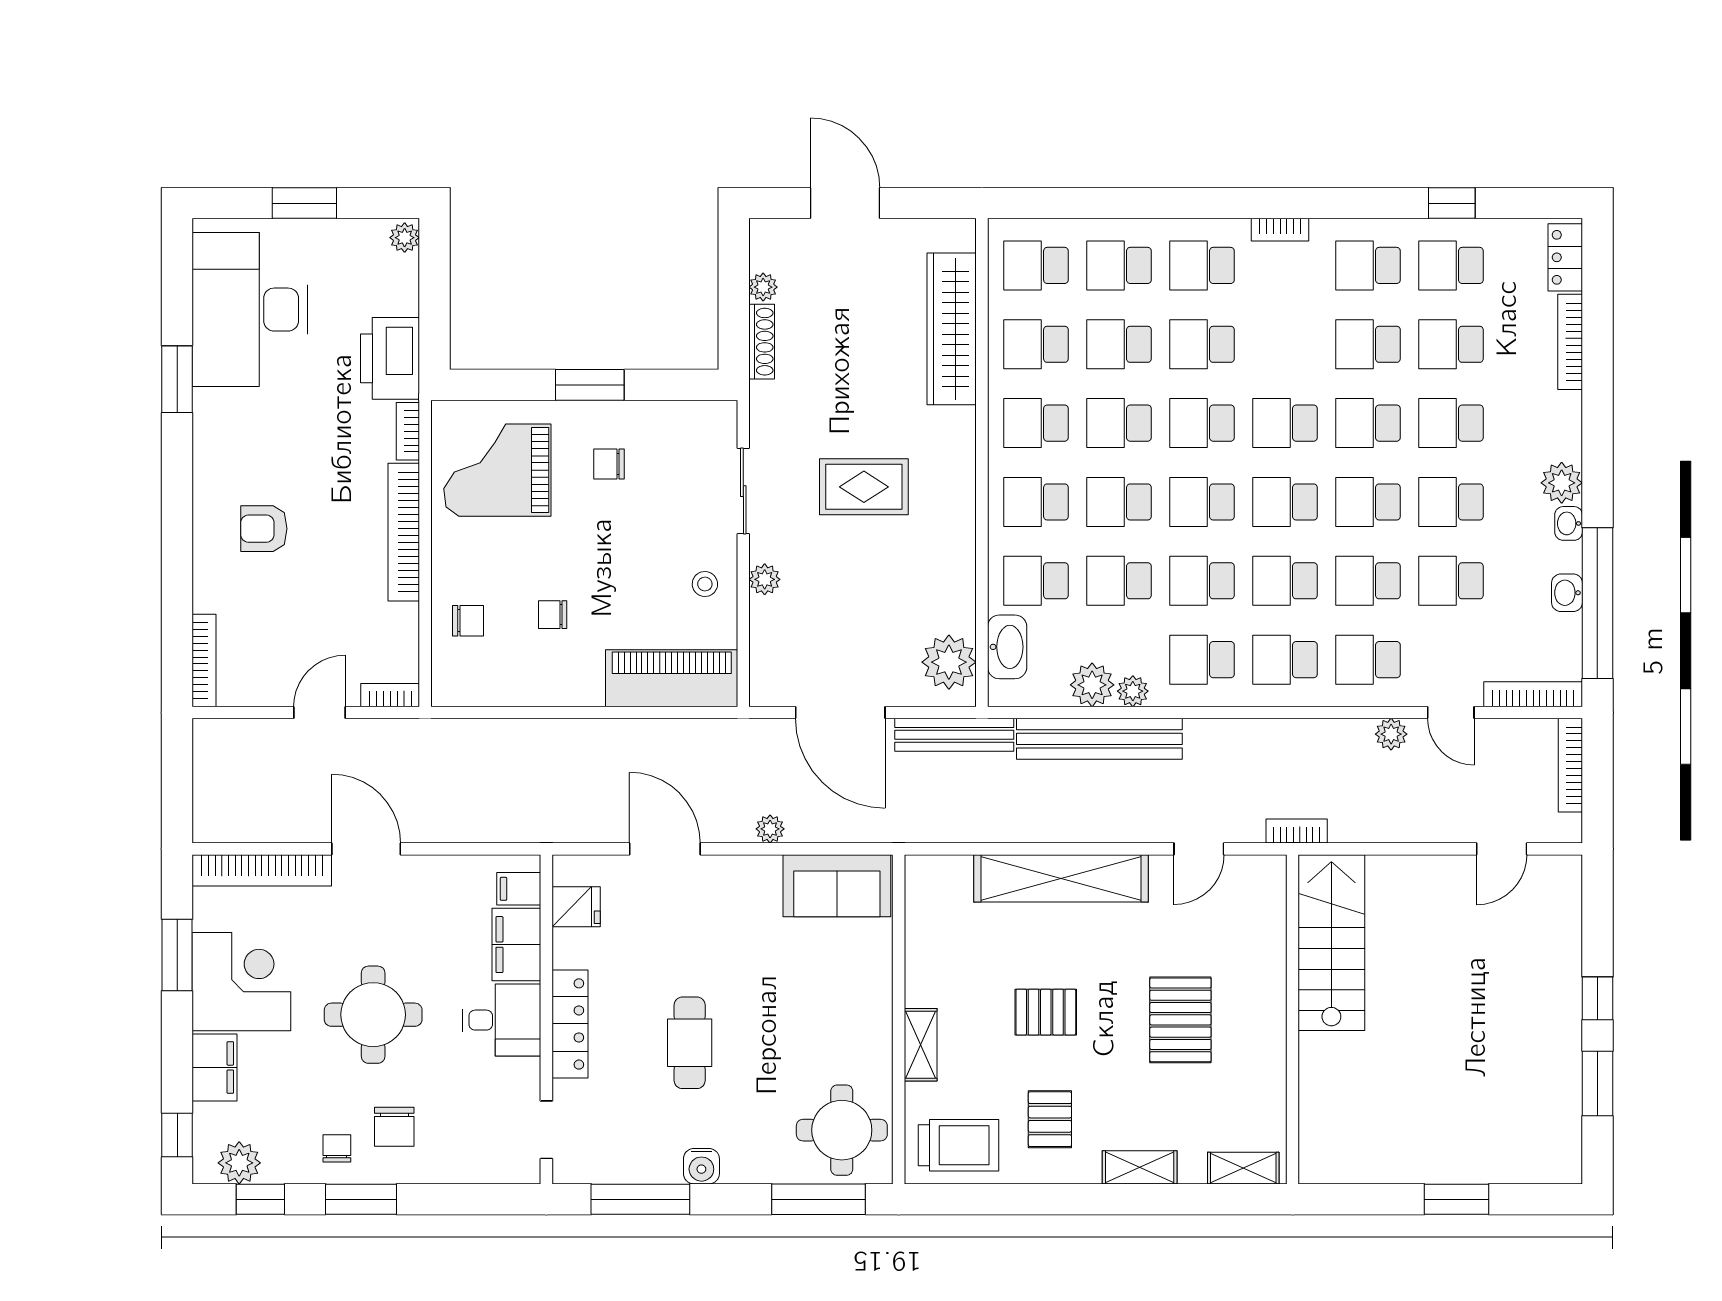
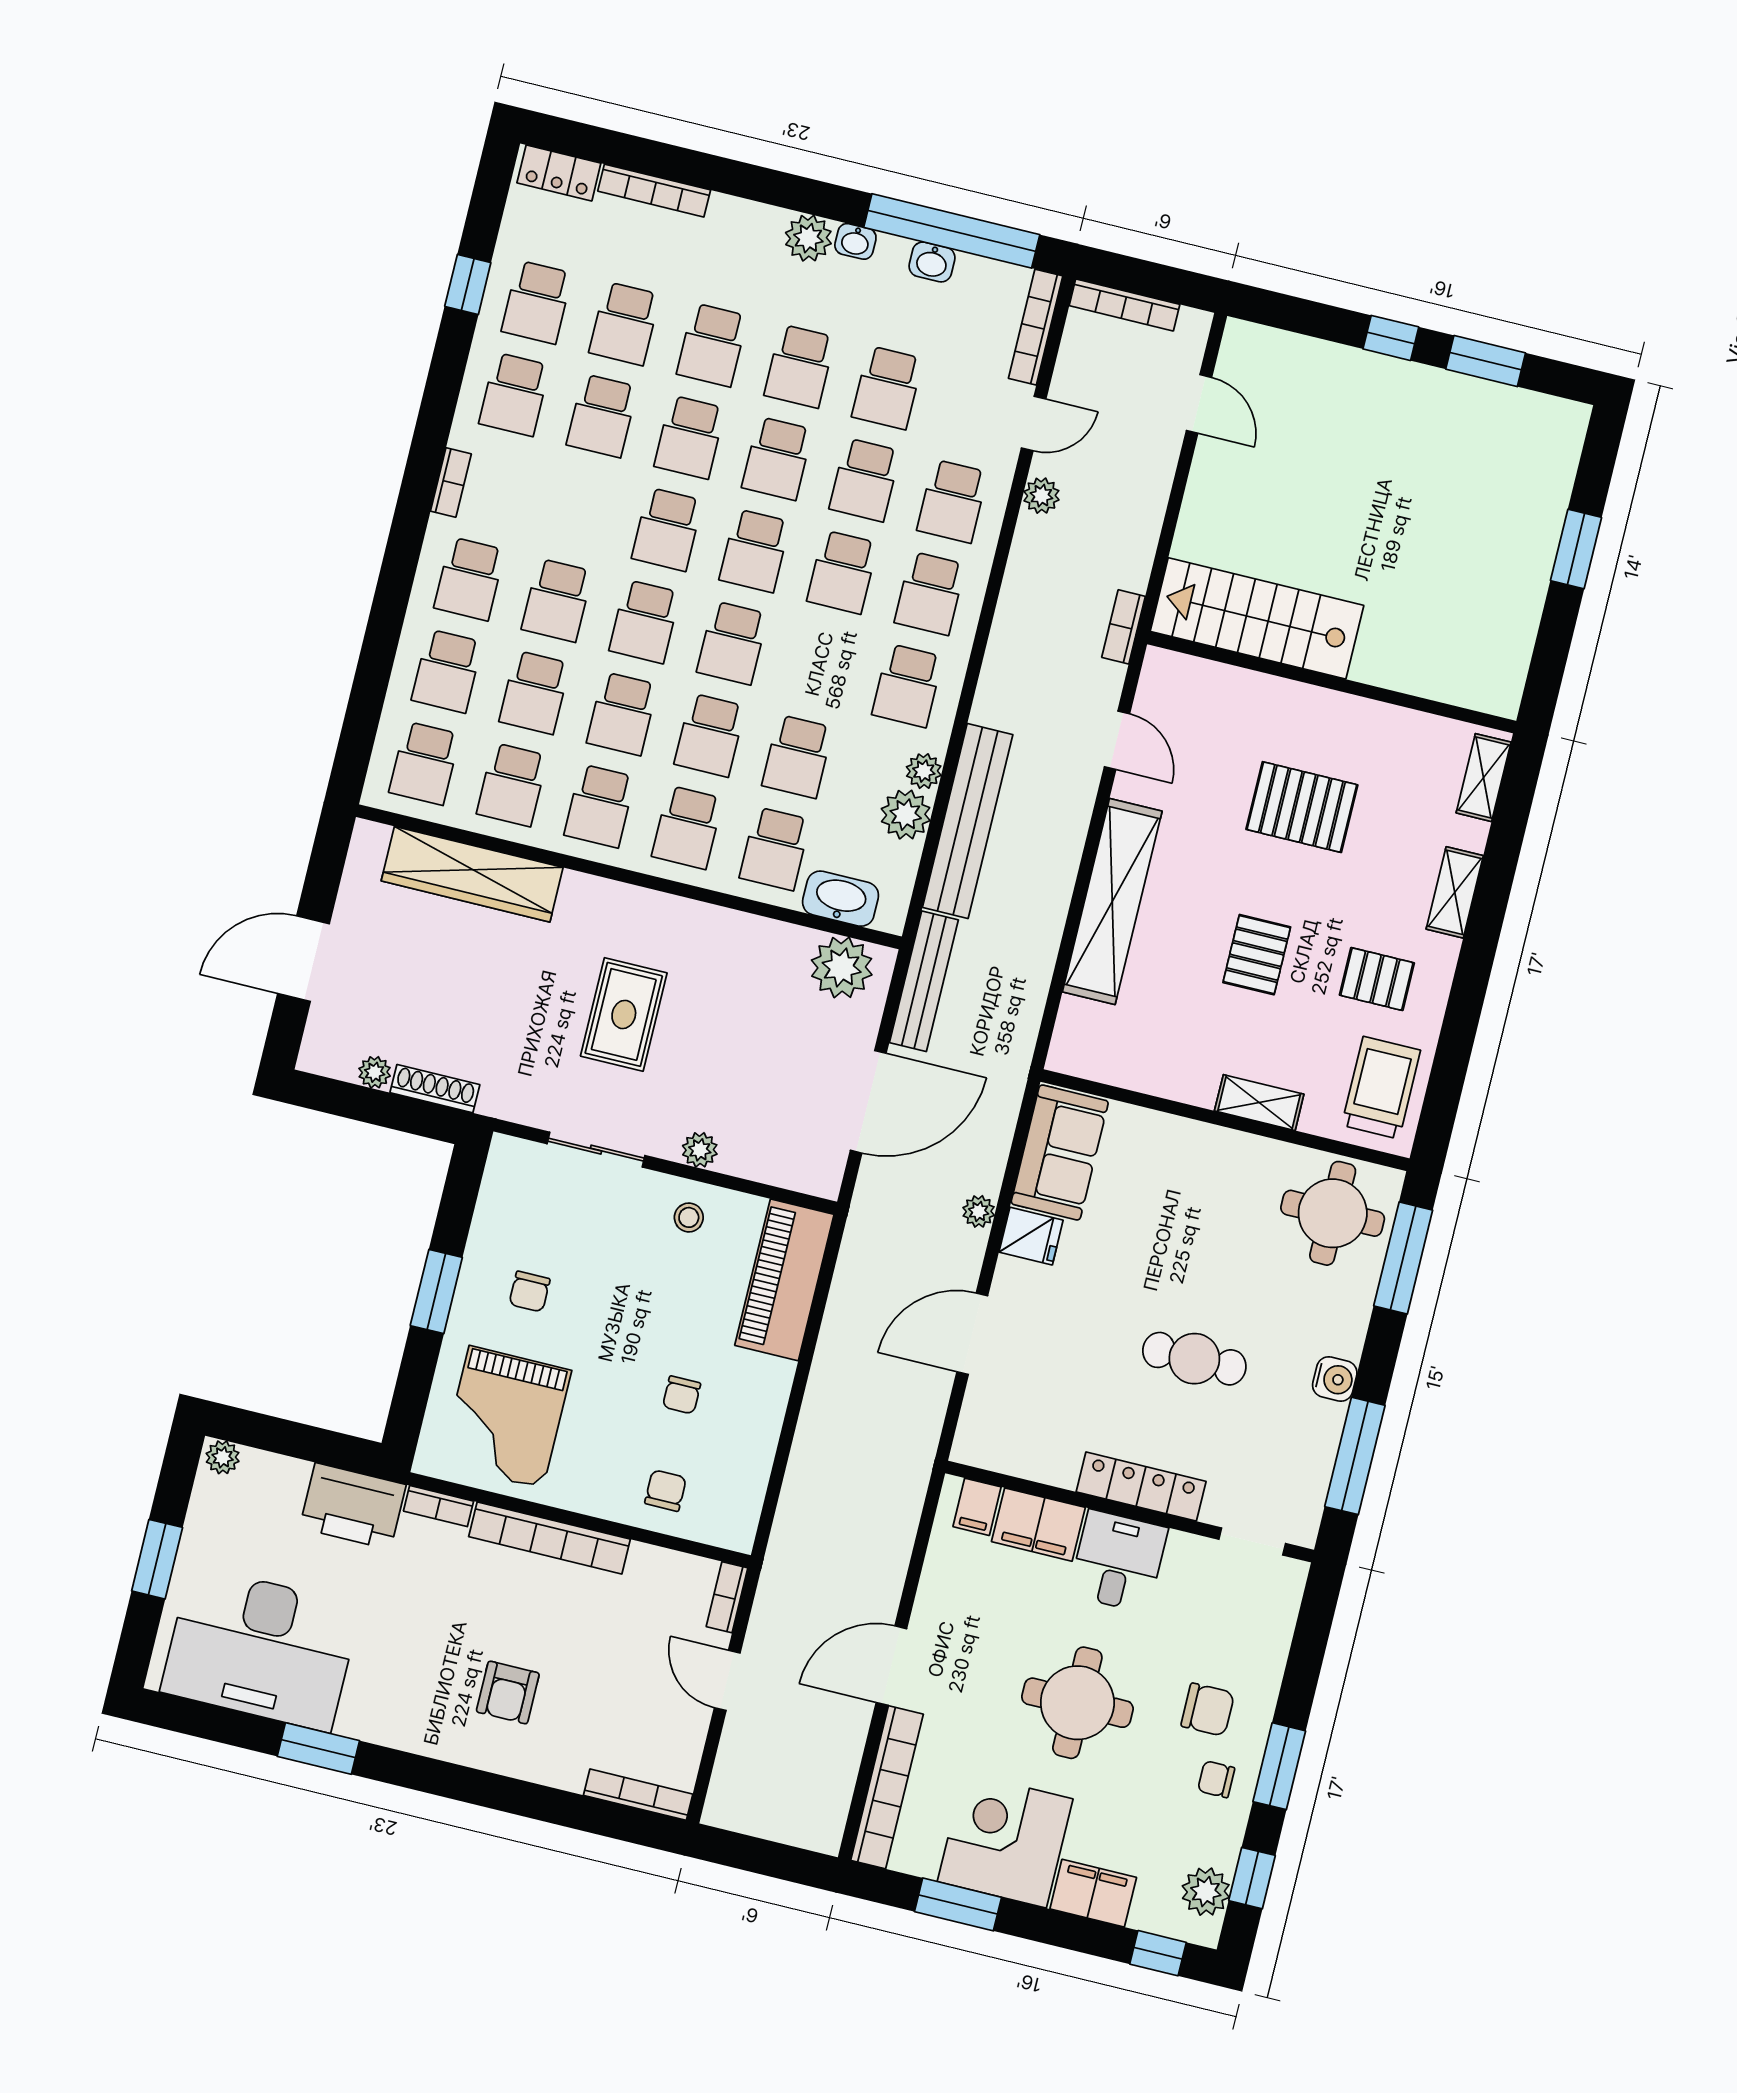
school desk: (1202, 581) -> (820, 664), removed
fridge: (576, 907) -> (1031, 1236), moved, turned 90

